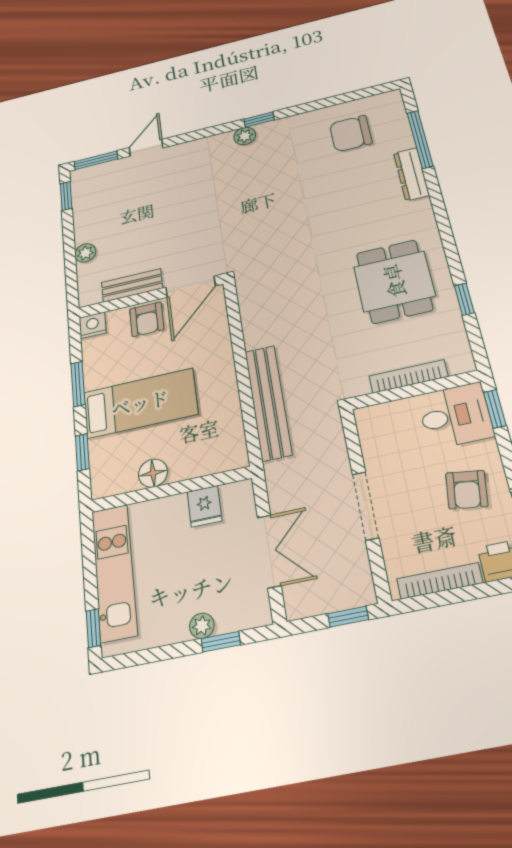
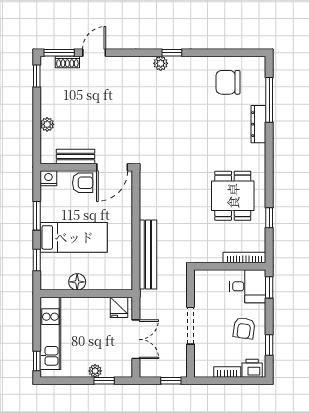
shoe rack: (109, 168) -> (67, 62), added
armchair: (147, 319) -> (83, 183), turned -90
bookcase: (408, 376) -> (244, 257), moved
fridge: (204, 506) -> (119, 307), moved
bookcase: (440, 581) -> (227, 372), width x0.64

